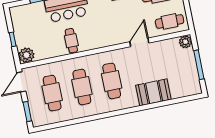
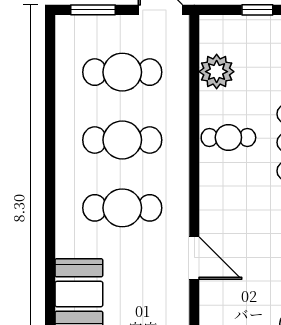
door: (139, 42) -> (194, 258), moved
plant: (26, 55) -> (217, 72), moved

